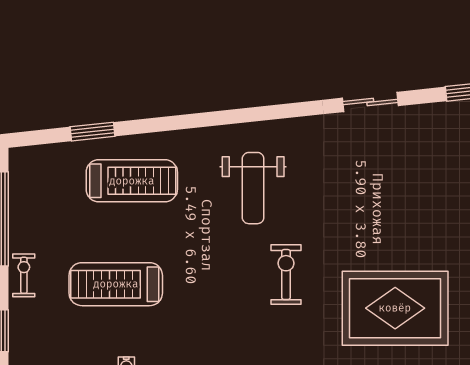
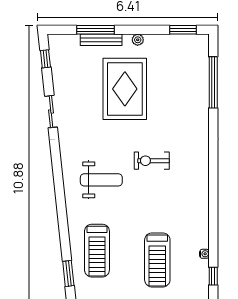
treadmill: (132, 181) -> (97, 251), turned 180
rug: (395, 308) -> (125, 89), moved

